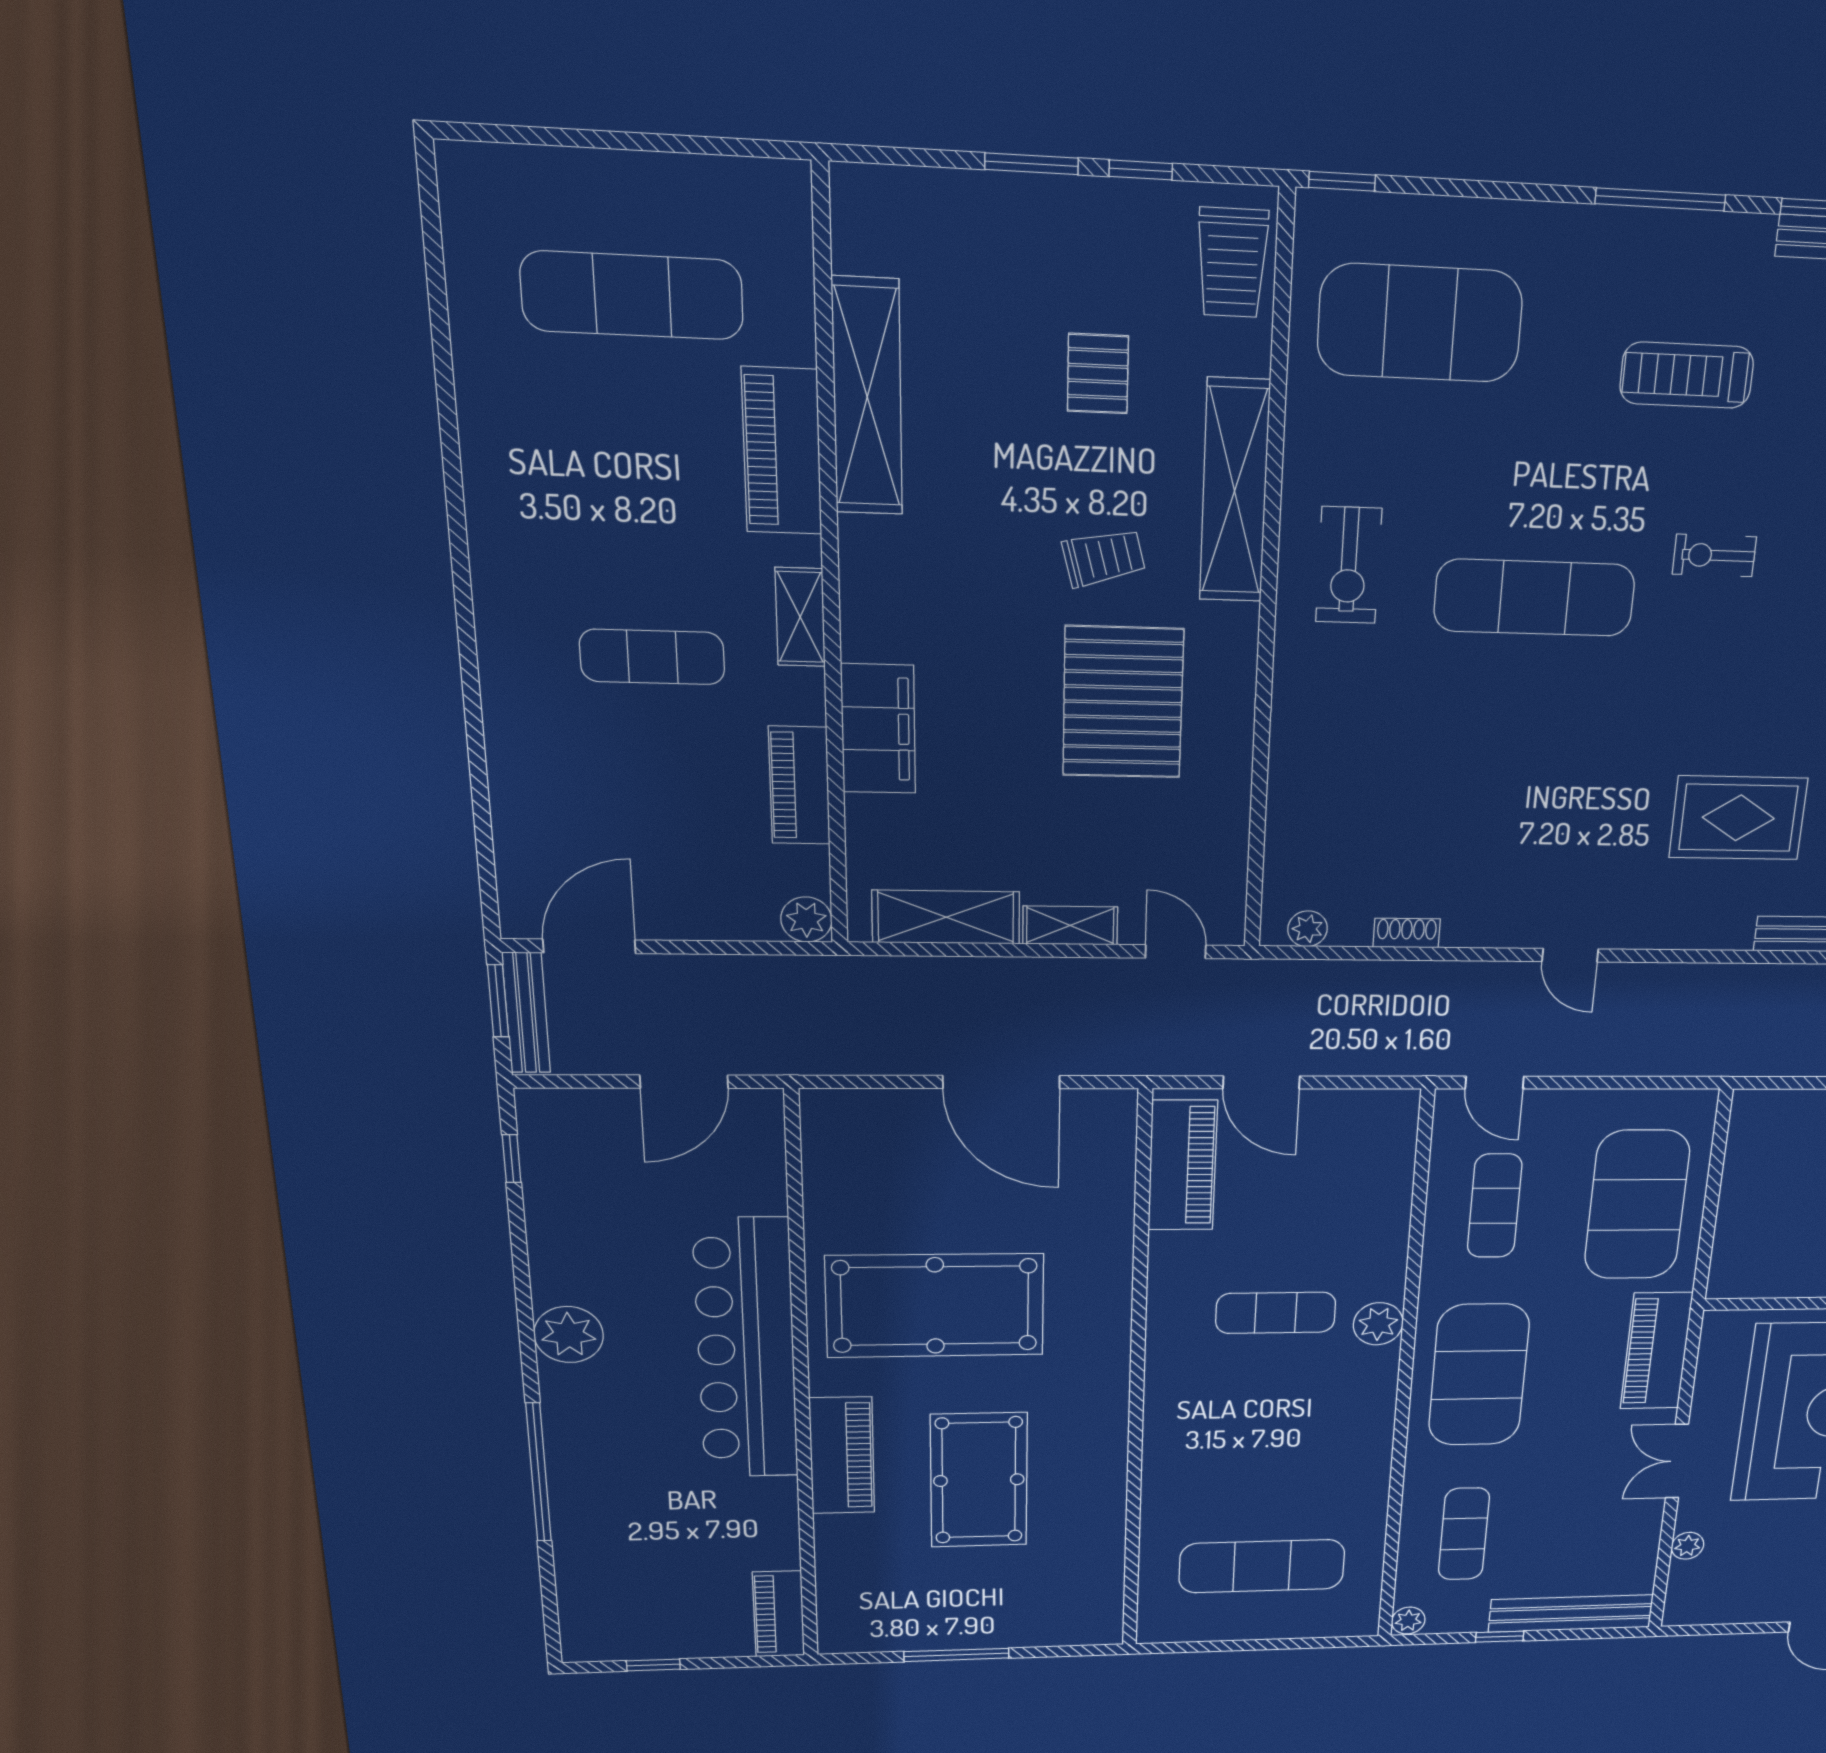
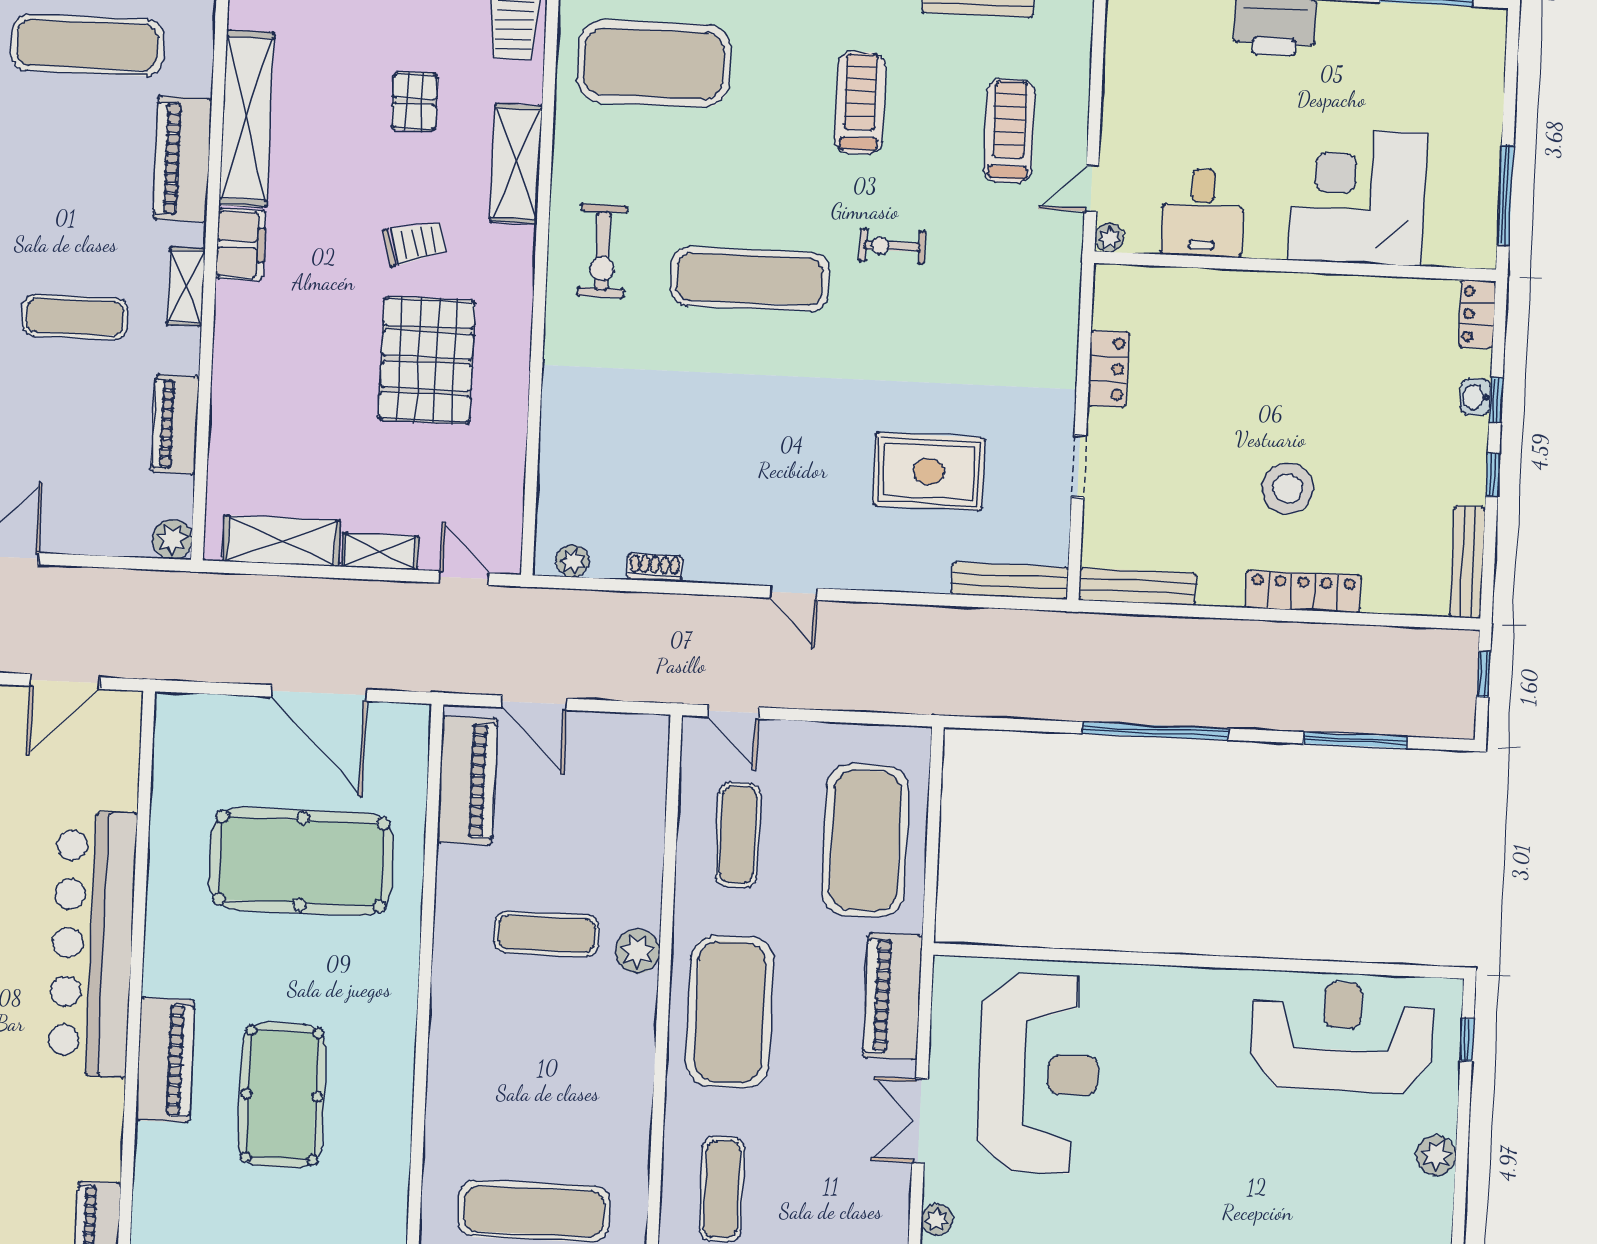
treadmill: (1687, 375) -> (860, 103), turned 90
shelving: (1235, 491) -> (516, 164), width x0.68
filing cabinet: (878, 729) -> (241, 244), moved, width x0.67, depth x0.86
pool table: (935, 1306) -> (301, 861), moved

